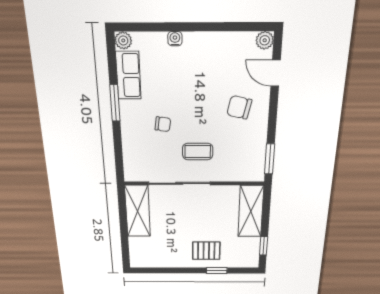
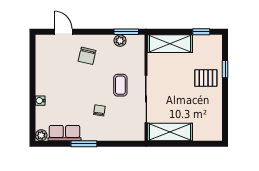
plant: (265, 40) -> (120, 41), moved
door: (276, 73) -> (63, 32), swing flipped
pallet: (206, 251) -> (206, 78), turned 90

